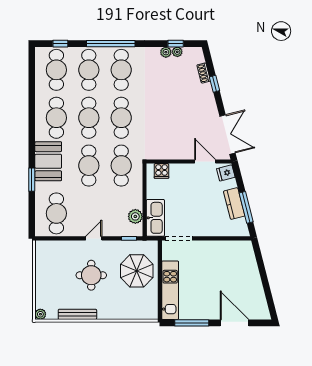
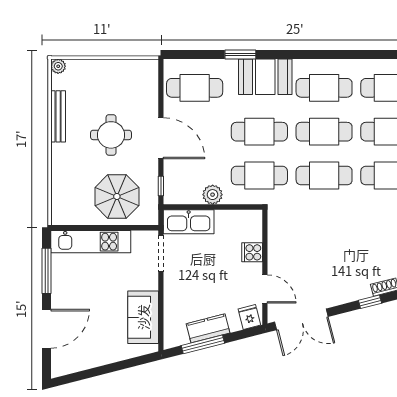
door: (205, 161) -> (265, 289), hinge flipped
cooker: (161, 171) -> (252, 252), moved
plant: (135, 216) -> (213, 195), moved
door: (94, 238) -> (161, 138), width x1.88
sofa: (226, 252) -> (143, 317), added

